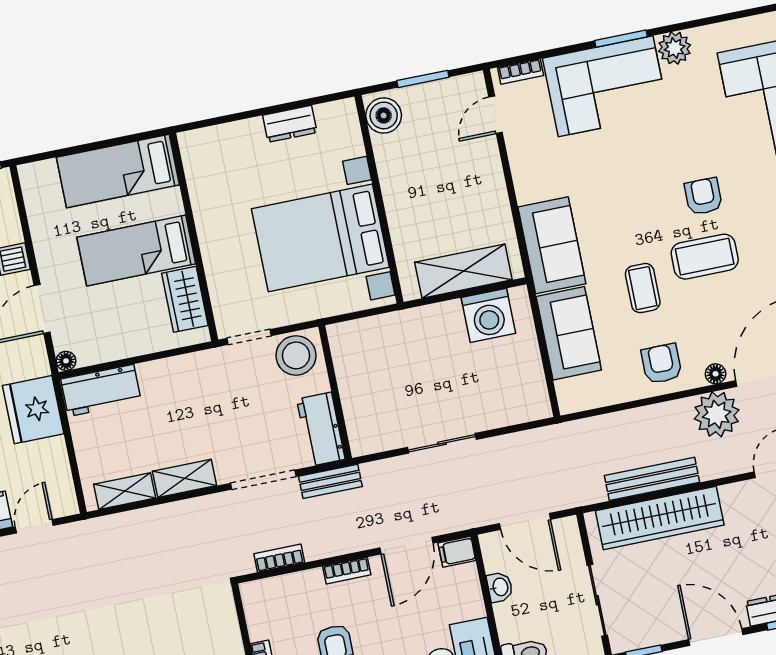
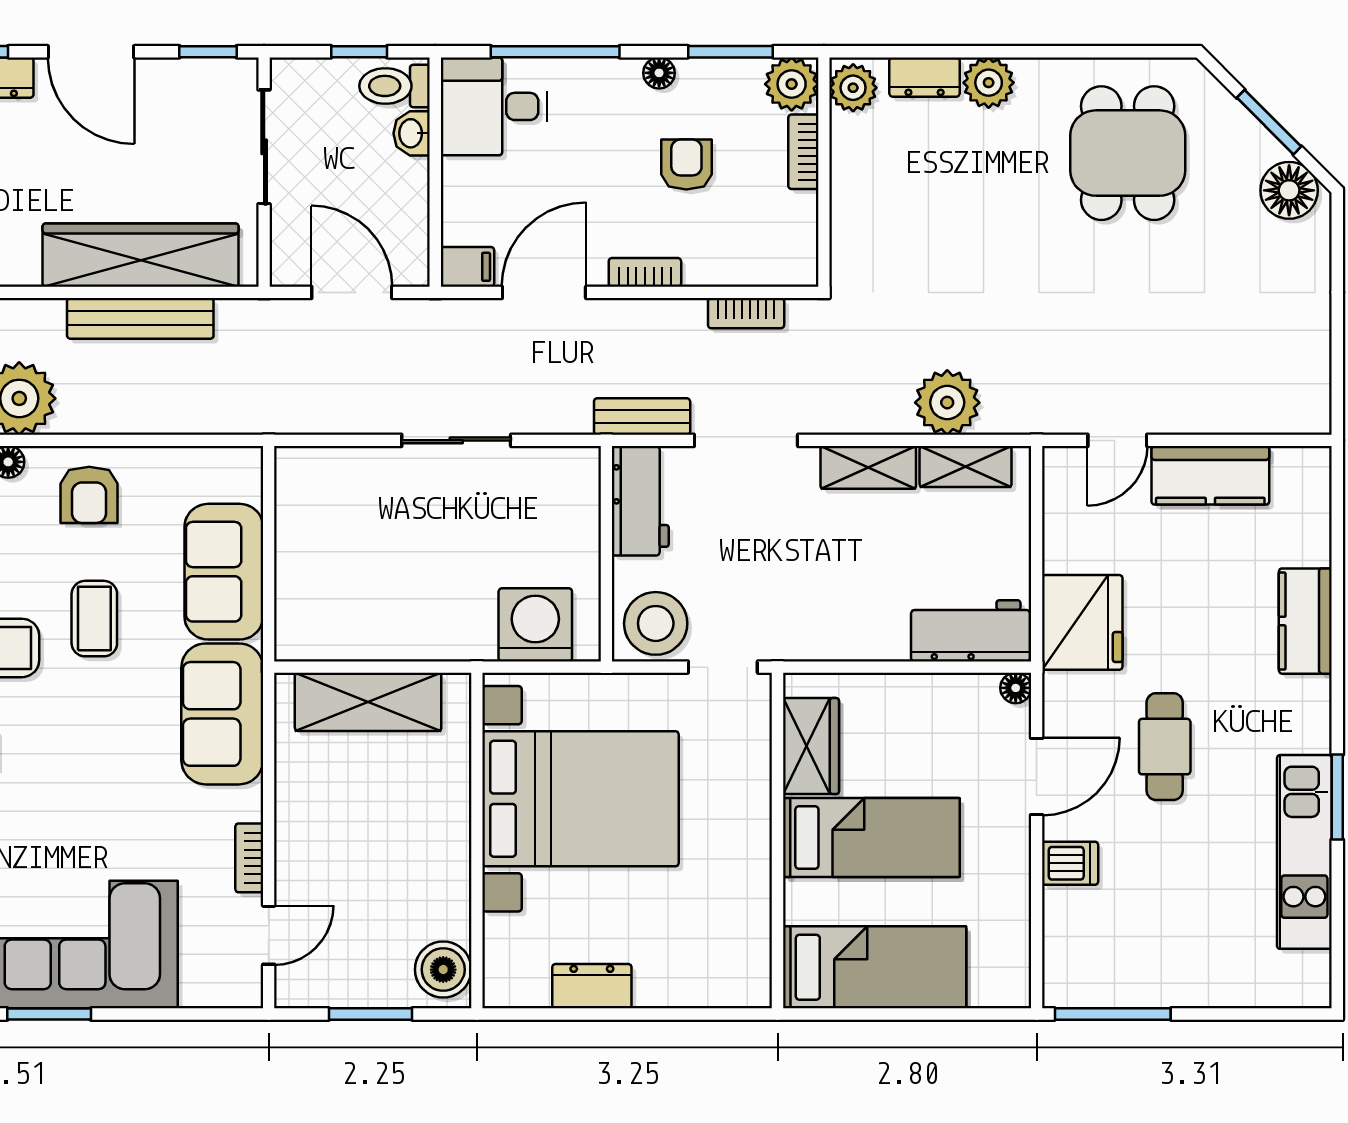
bookcase: (521, 71) -> (249, 858), moved, turned -90
washing machine: (488, 315) -> (535, 625), moved
plant: (144, 528) -> (947, 403), added
washbasin: (500, 587) -> (412, 133), moved

